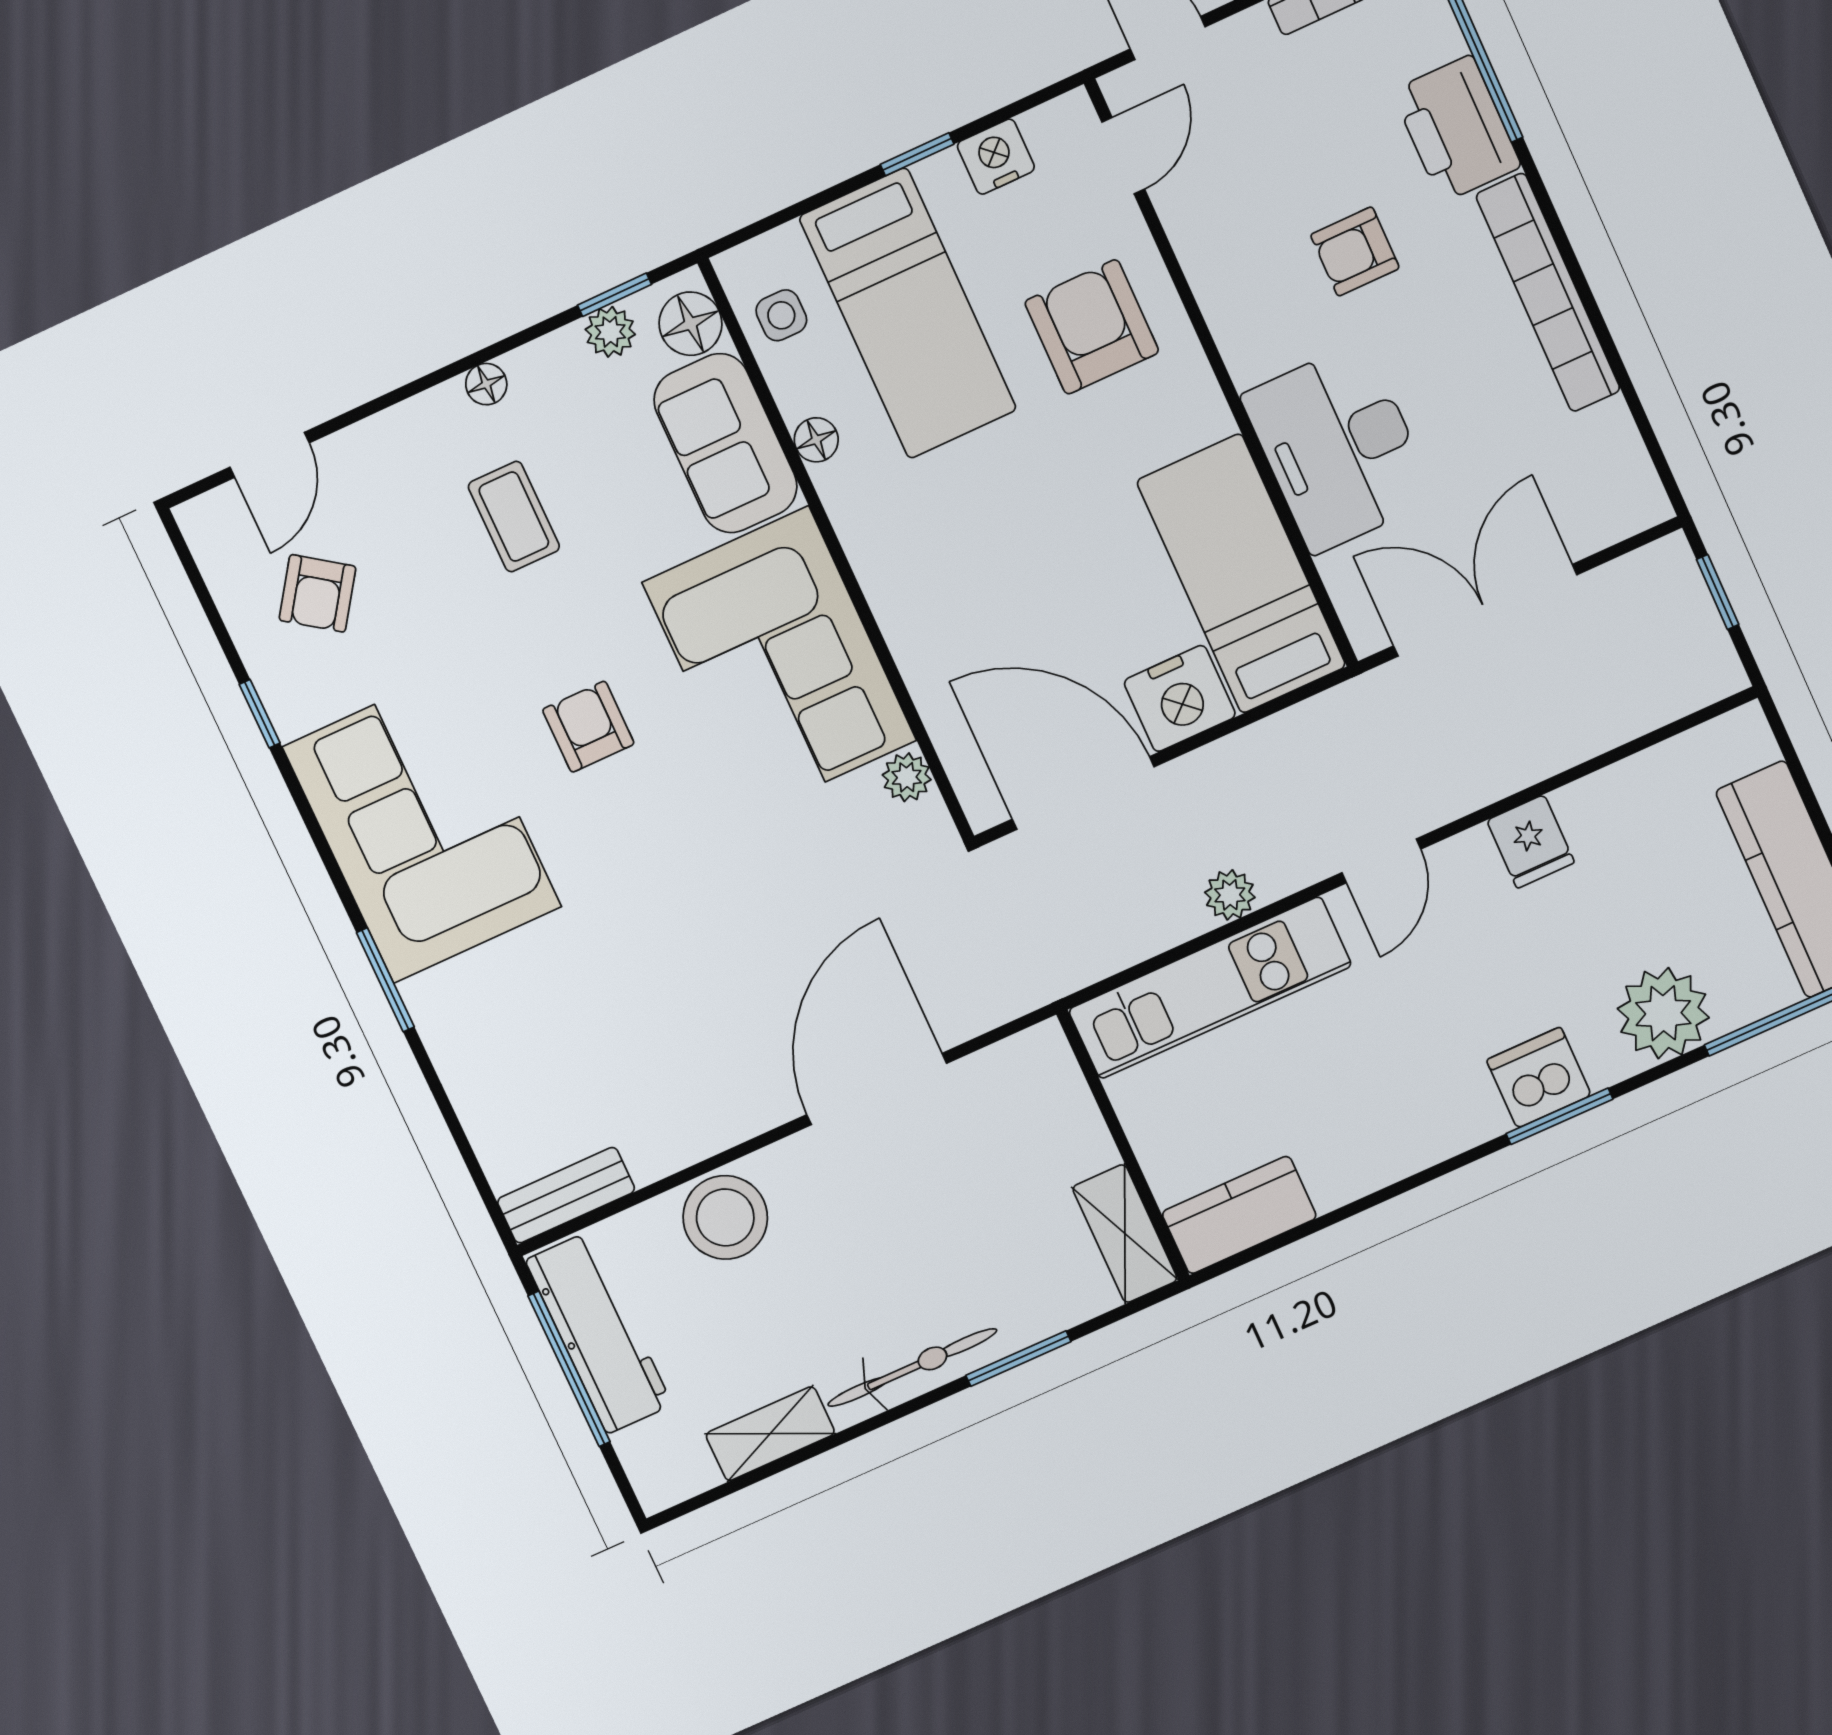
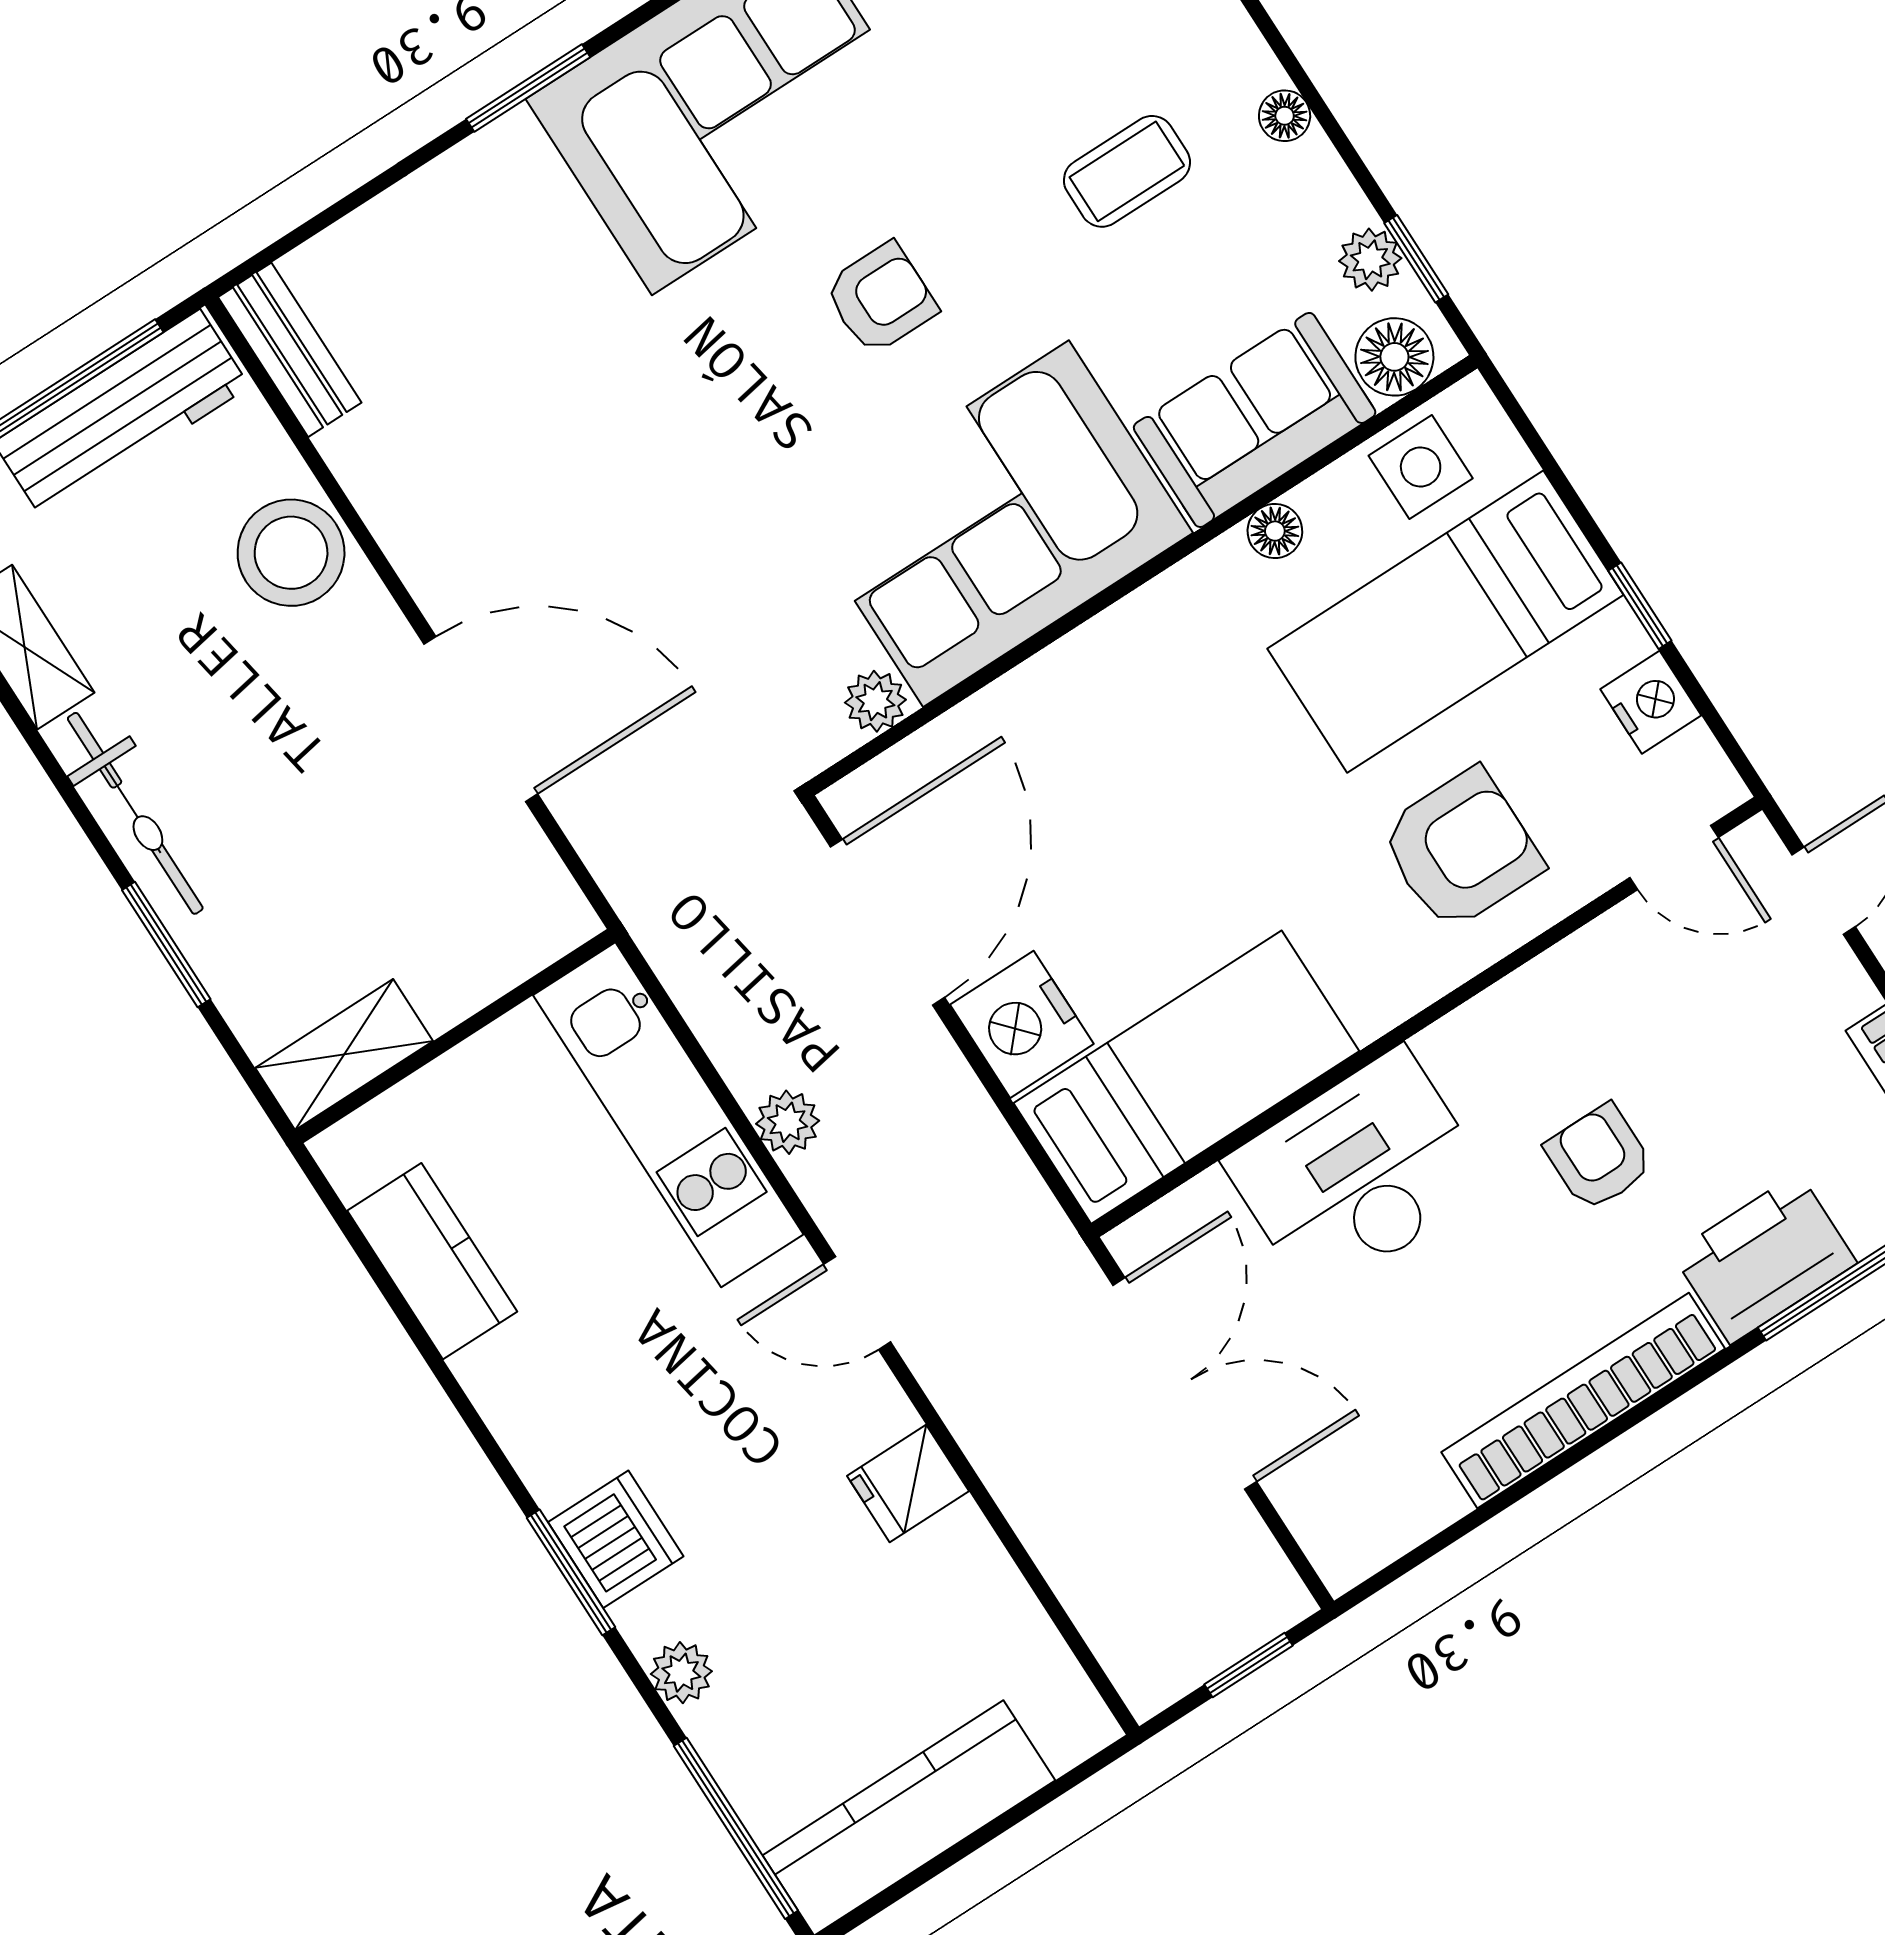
side table: (781, 315) -> (1421, 467), width x1.37, depth x1.37
plant: (1663, 1013) -> (681, 1673), width x0.53, depth x0.53
kitchen counter: (1239, 1215) -> (432, 1261), moved

